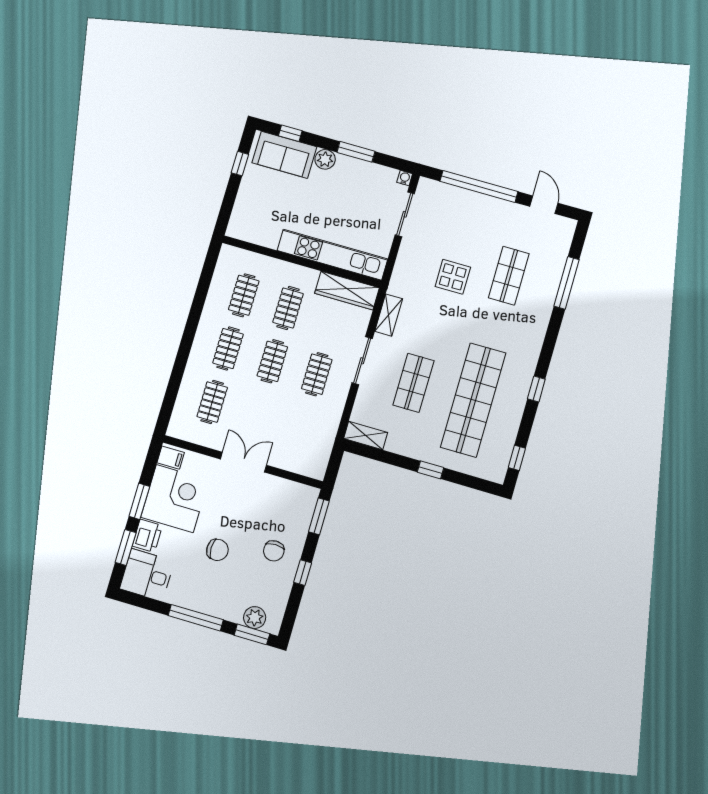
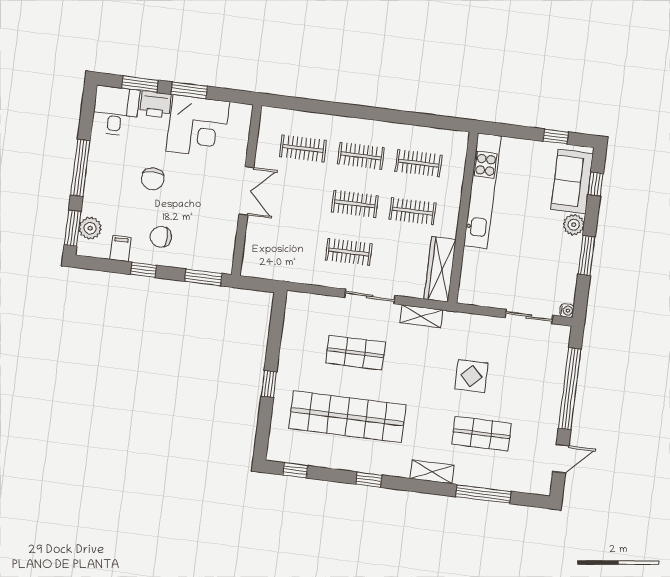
kitchen unit: (332, 255) -> (482, 191), moved
shelving: (366, 435) -> (432, 472), moved, turned 90
filing cabinet: (171, 458) -> (121, 248), moved, turned 180

